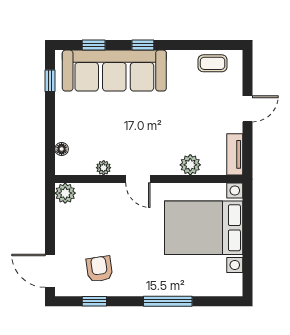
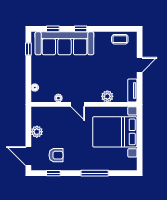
plant: (65, 193) -> (37, 132), moved
armchair: (99, 269) -> (56, 155), turned 98

